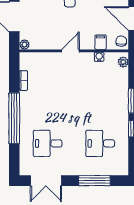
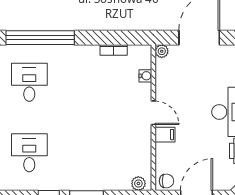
filing cabinet: (101, 42) -> (165, 135), moved
water cooler: (99, 57) -> (145, 76), moved
window: (14, 118) -> (40, 38), moved

